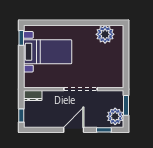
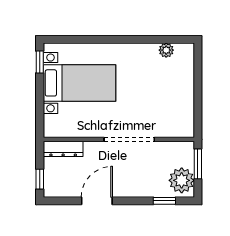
plant: (105, 34) -> (166, 50), width x0.53, depth x0.53
dresser: (33, 95) -> (63, 149), width x1.44
door: (74, 130) -> (97, 201), moved

